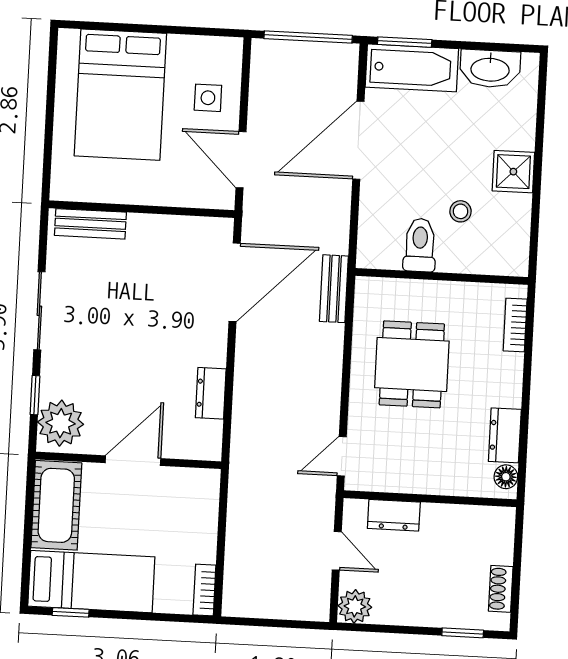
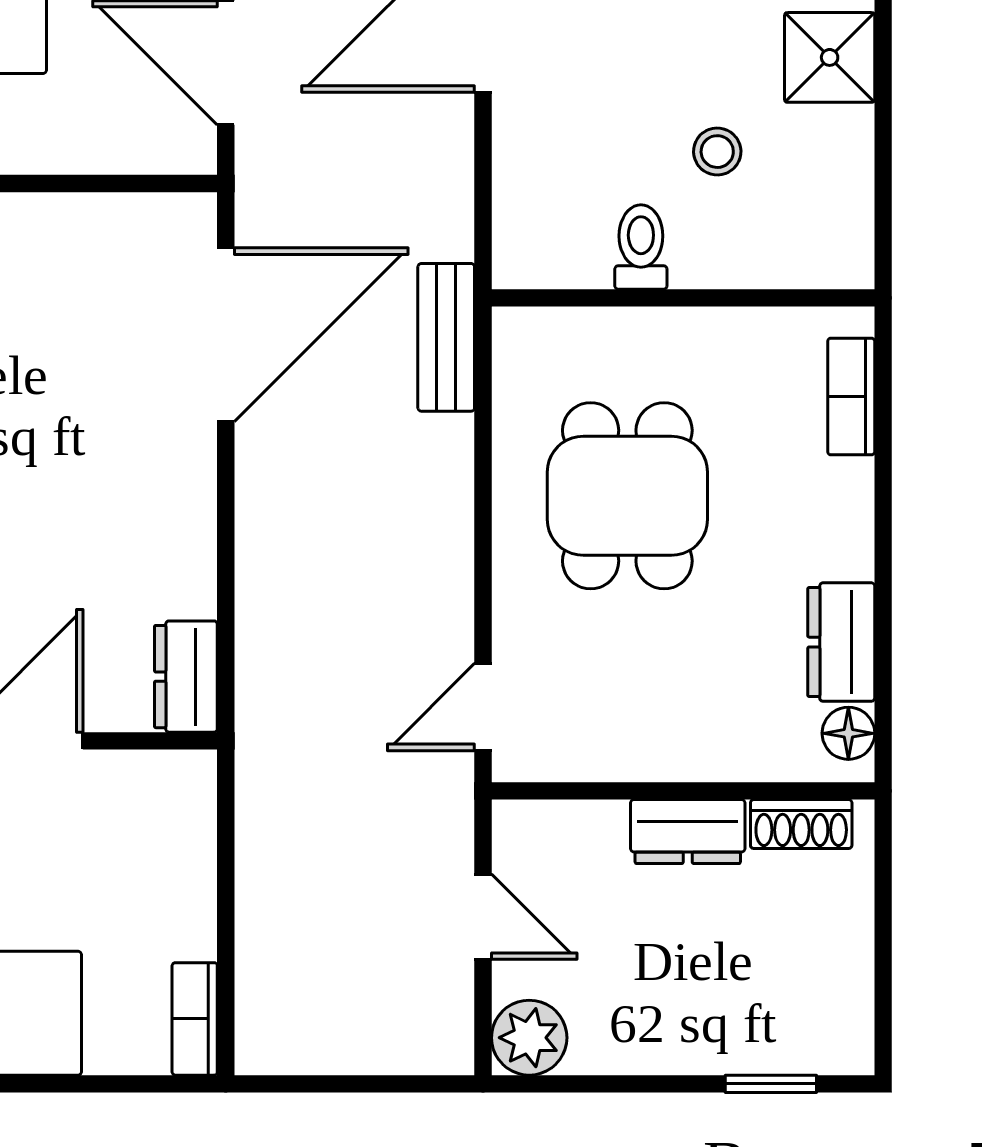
toilet: (420, 245) -> (641, 247), width x0.73, depth x0.72
dresser: (211, 393) -> (186, 677), moved
dresser: (394, 515) -> (688, 832), moved
shoe rack: (501, 589) -> (801, 824), moved, turned -90

